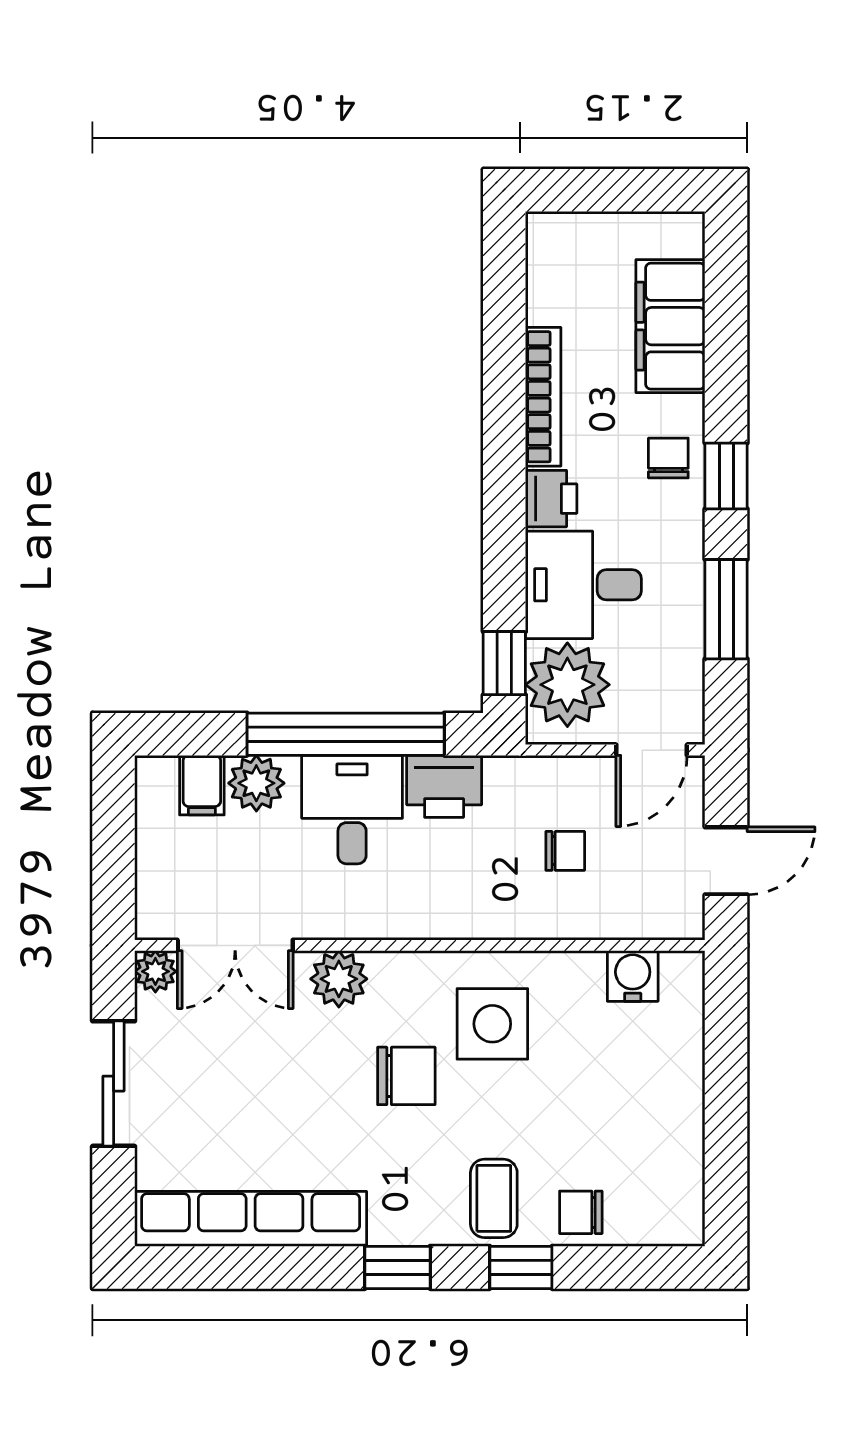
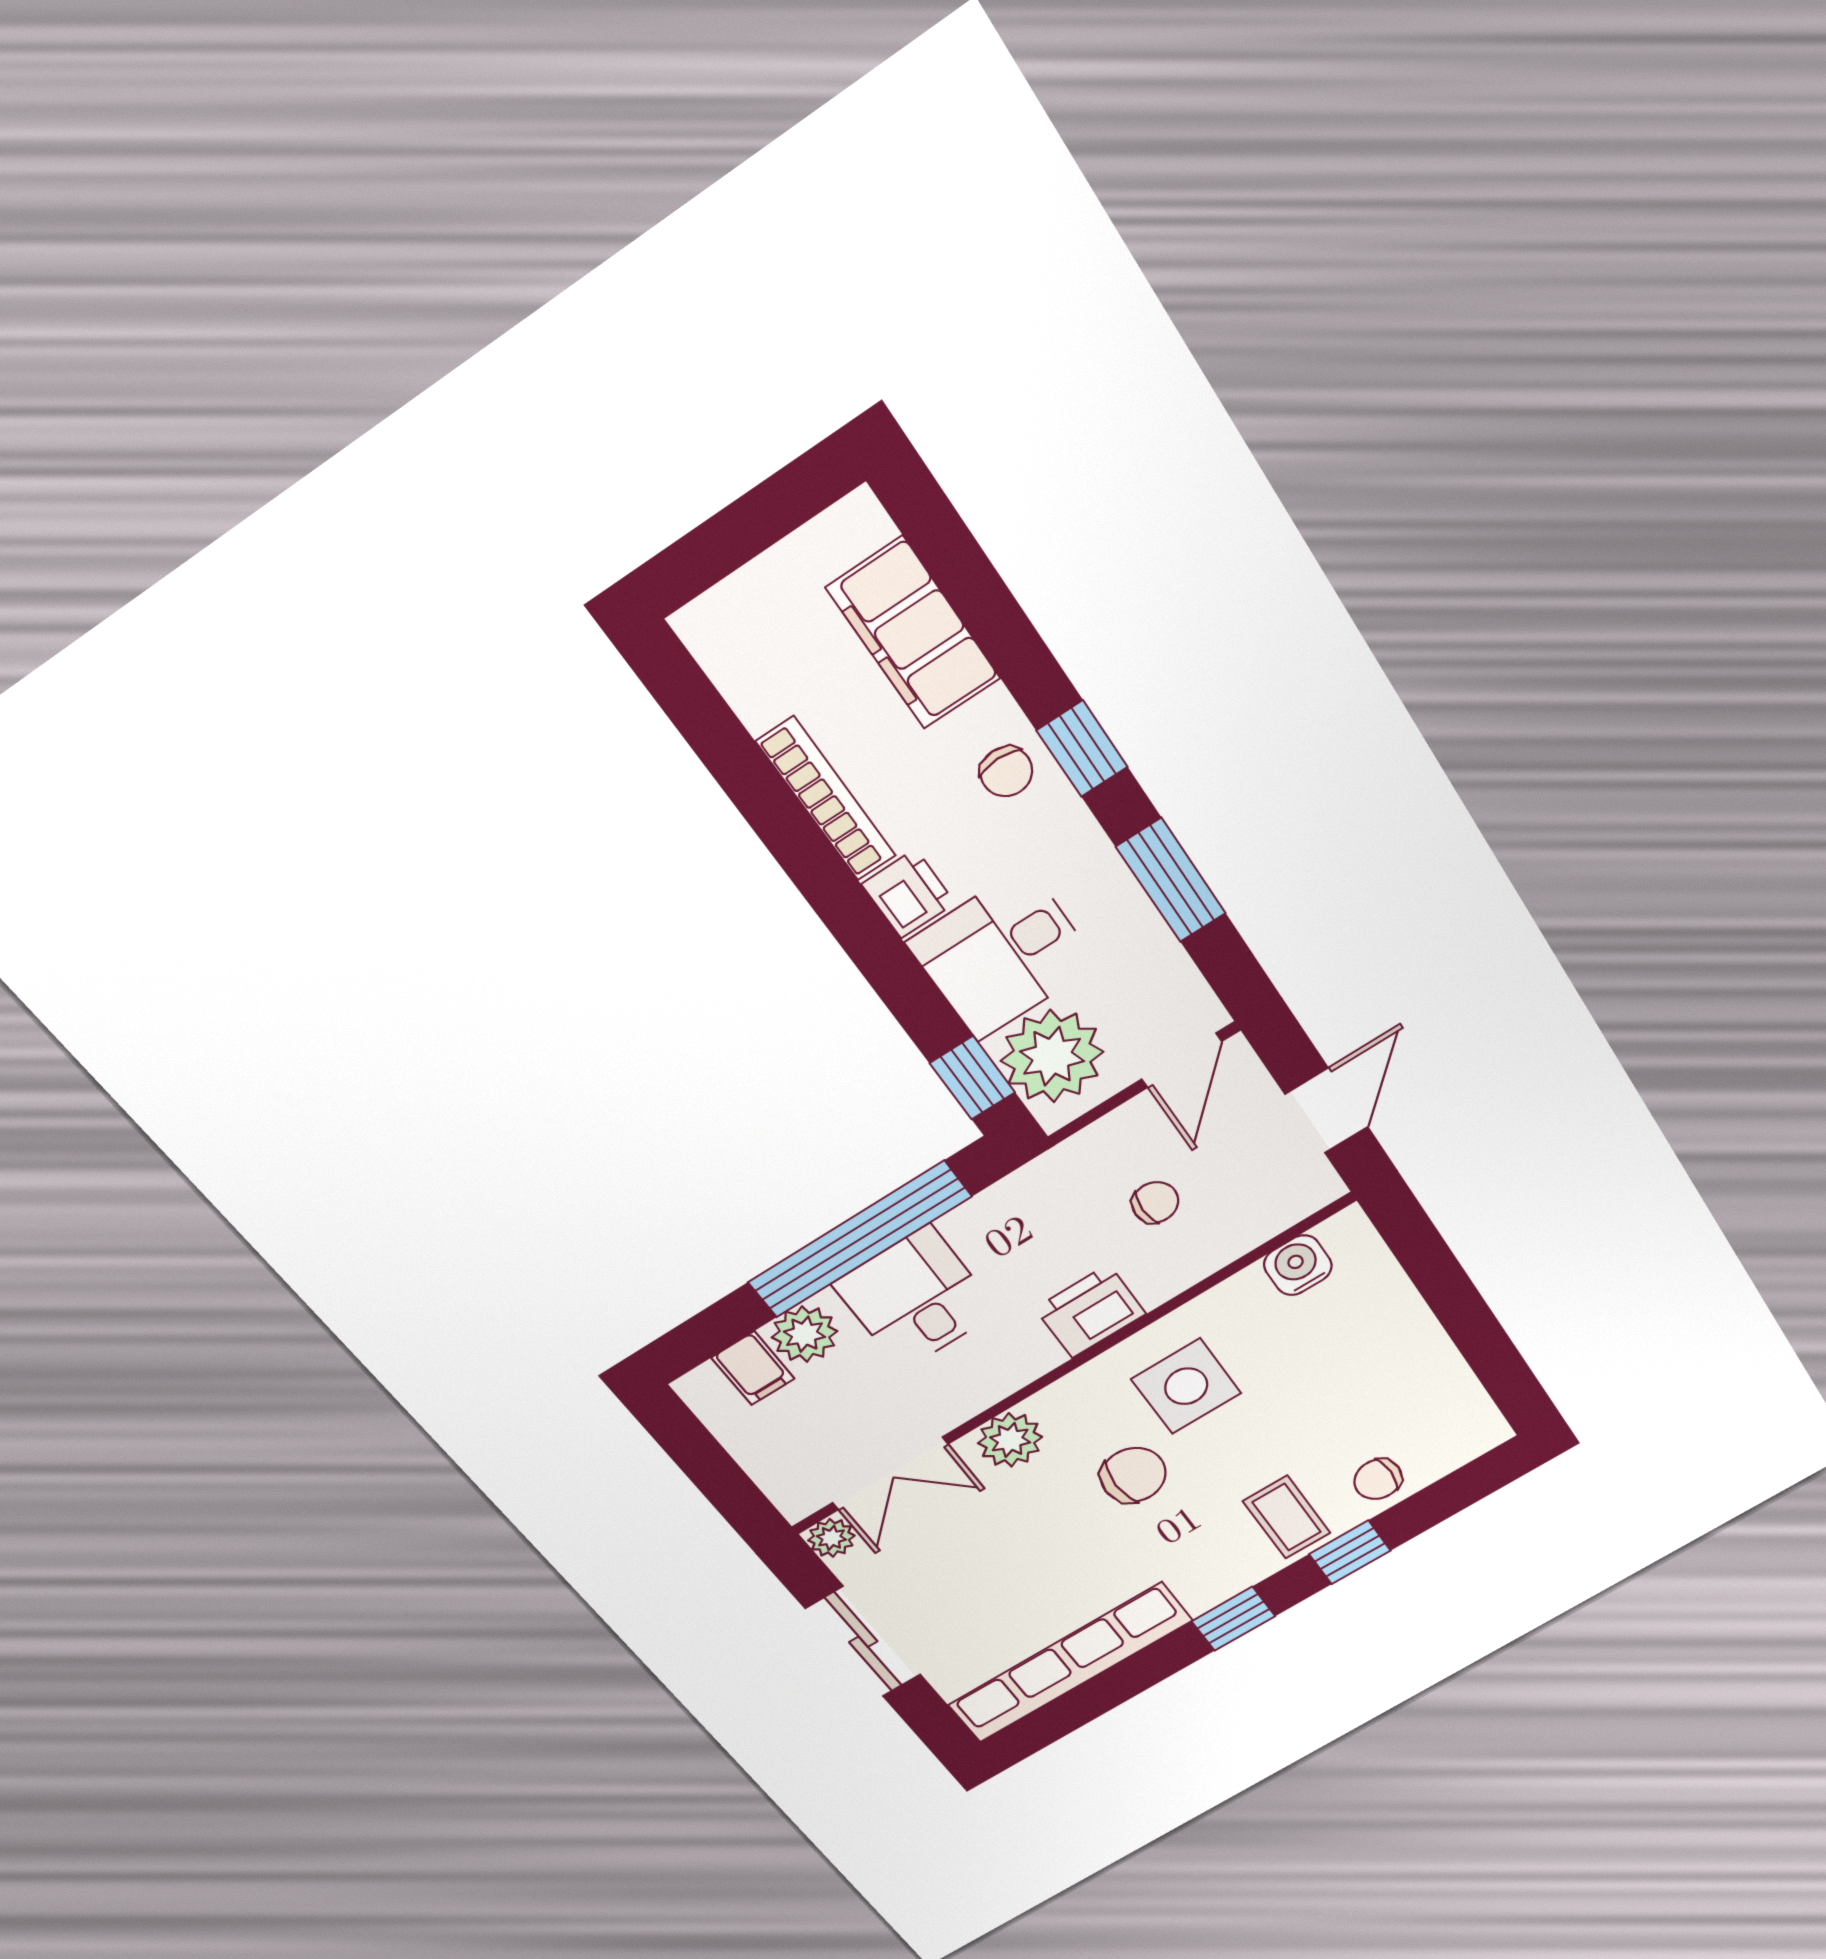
chair: (668, 458) -> (1006, 772), turned 180
printer: (444, 786) -> (1090, 1311), moved, turned 180

